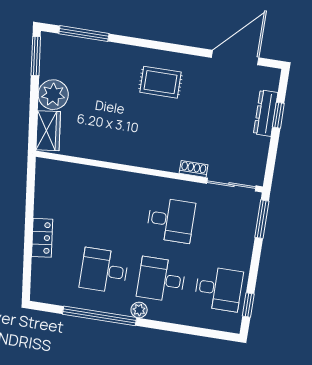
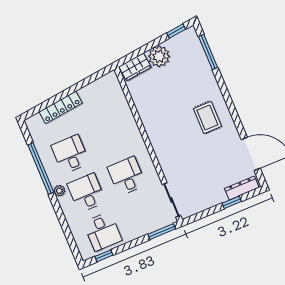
window: (36, 56) -> (176, 31), width x0.67
dresser: (266, 113) -> (242, 188), moved
shoe rack: (194, 169) -> (167, 171), removed
desk: (171, 220) -> (127, 176), turned 180
locker: (42, 238) -> (61, 107), width x1.53

